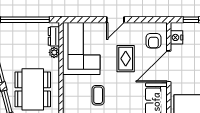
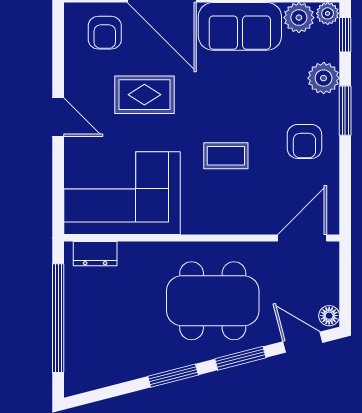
armchair: (153, 41) -> (105, 33), turned 90
plant: (54, 52) -> (131, 253), removed

